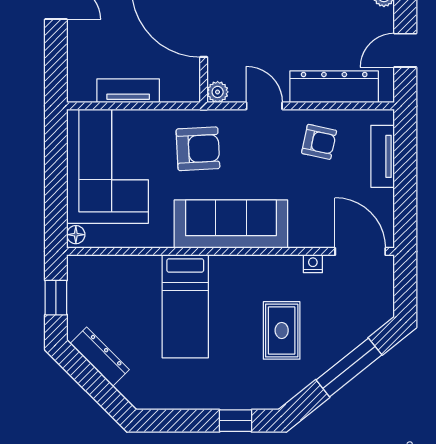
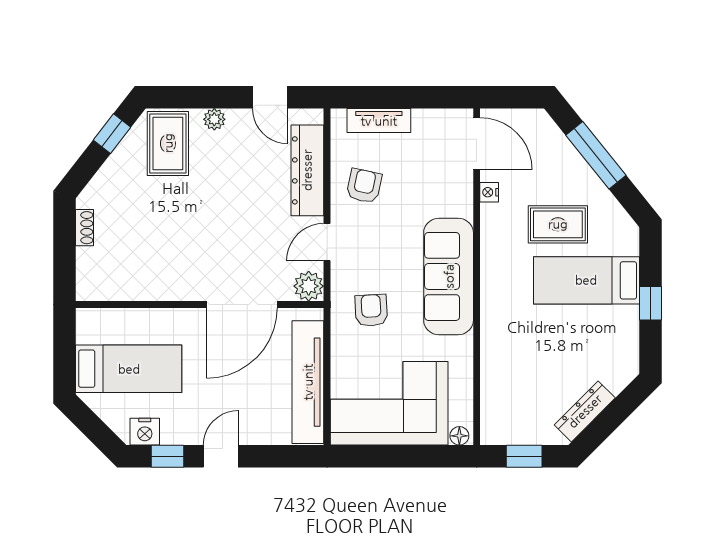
tv unit: (128, 91) -> (308, 382), width x1.92, depth x1.29
plant: (218, 92) -> (309, 286), width x1.38, depth x1.38
armchair: (198, 149) -> (371, 310), width x0.72, depth x0.72
door: (360, 251) -> (477, 144), swing flipped
bed: (185, 306) -> (586, 280), moved, turned 180
window: (235, 421) -> (651, 303), moved

